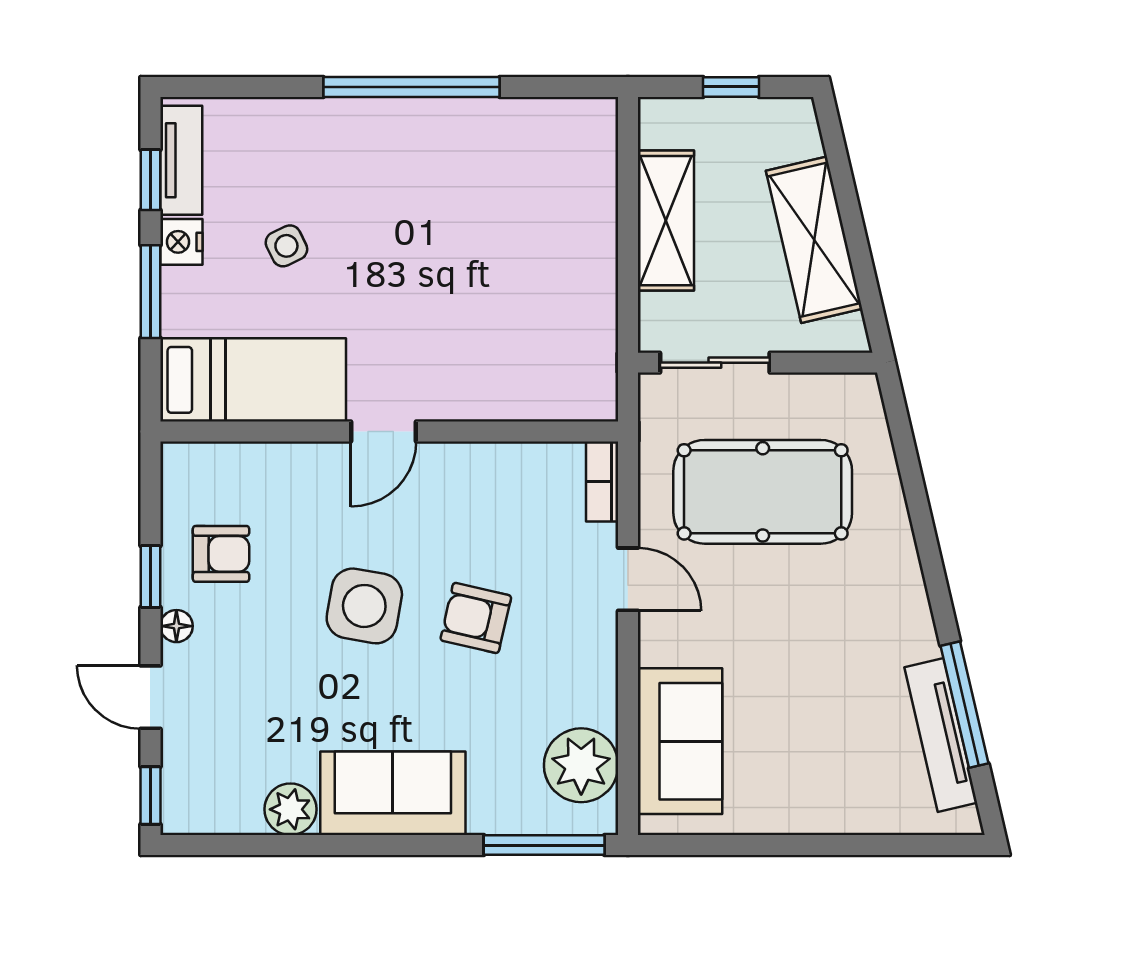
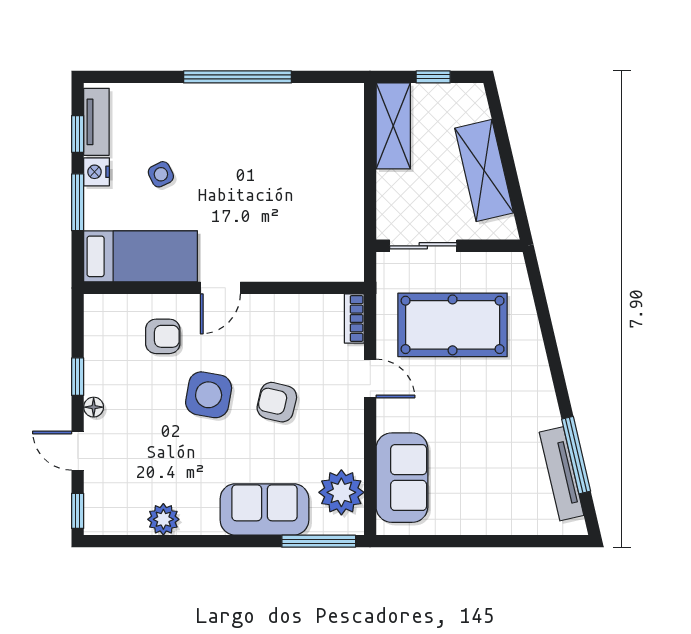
shelving: (666, 221) -> (393, 126), moved
armchair: (221, 554) -> (163, 336), moved
sofa: (393, 793) -> (264, 509), moved

